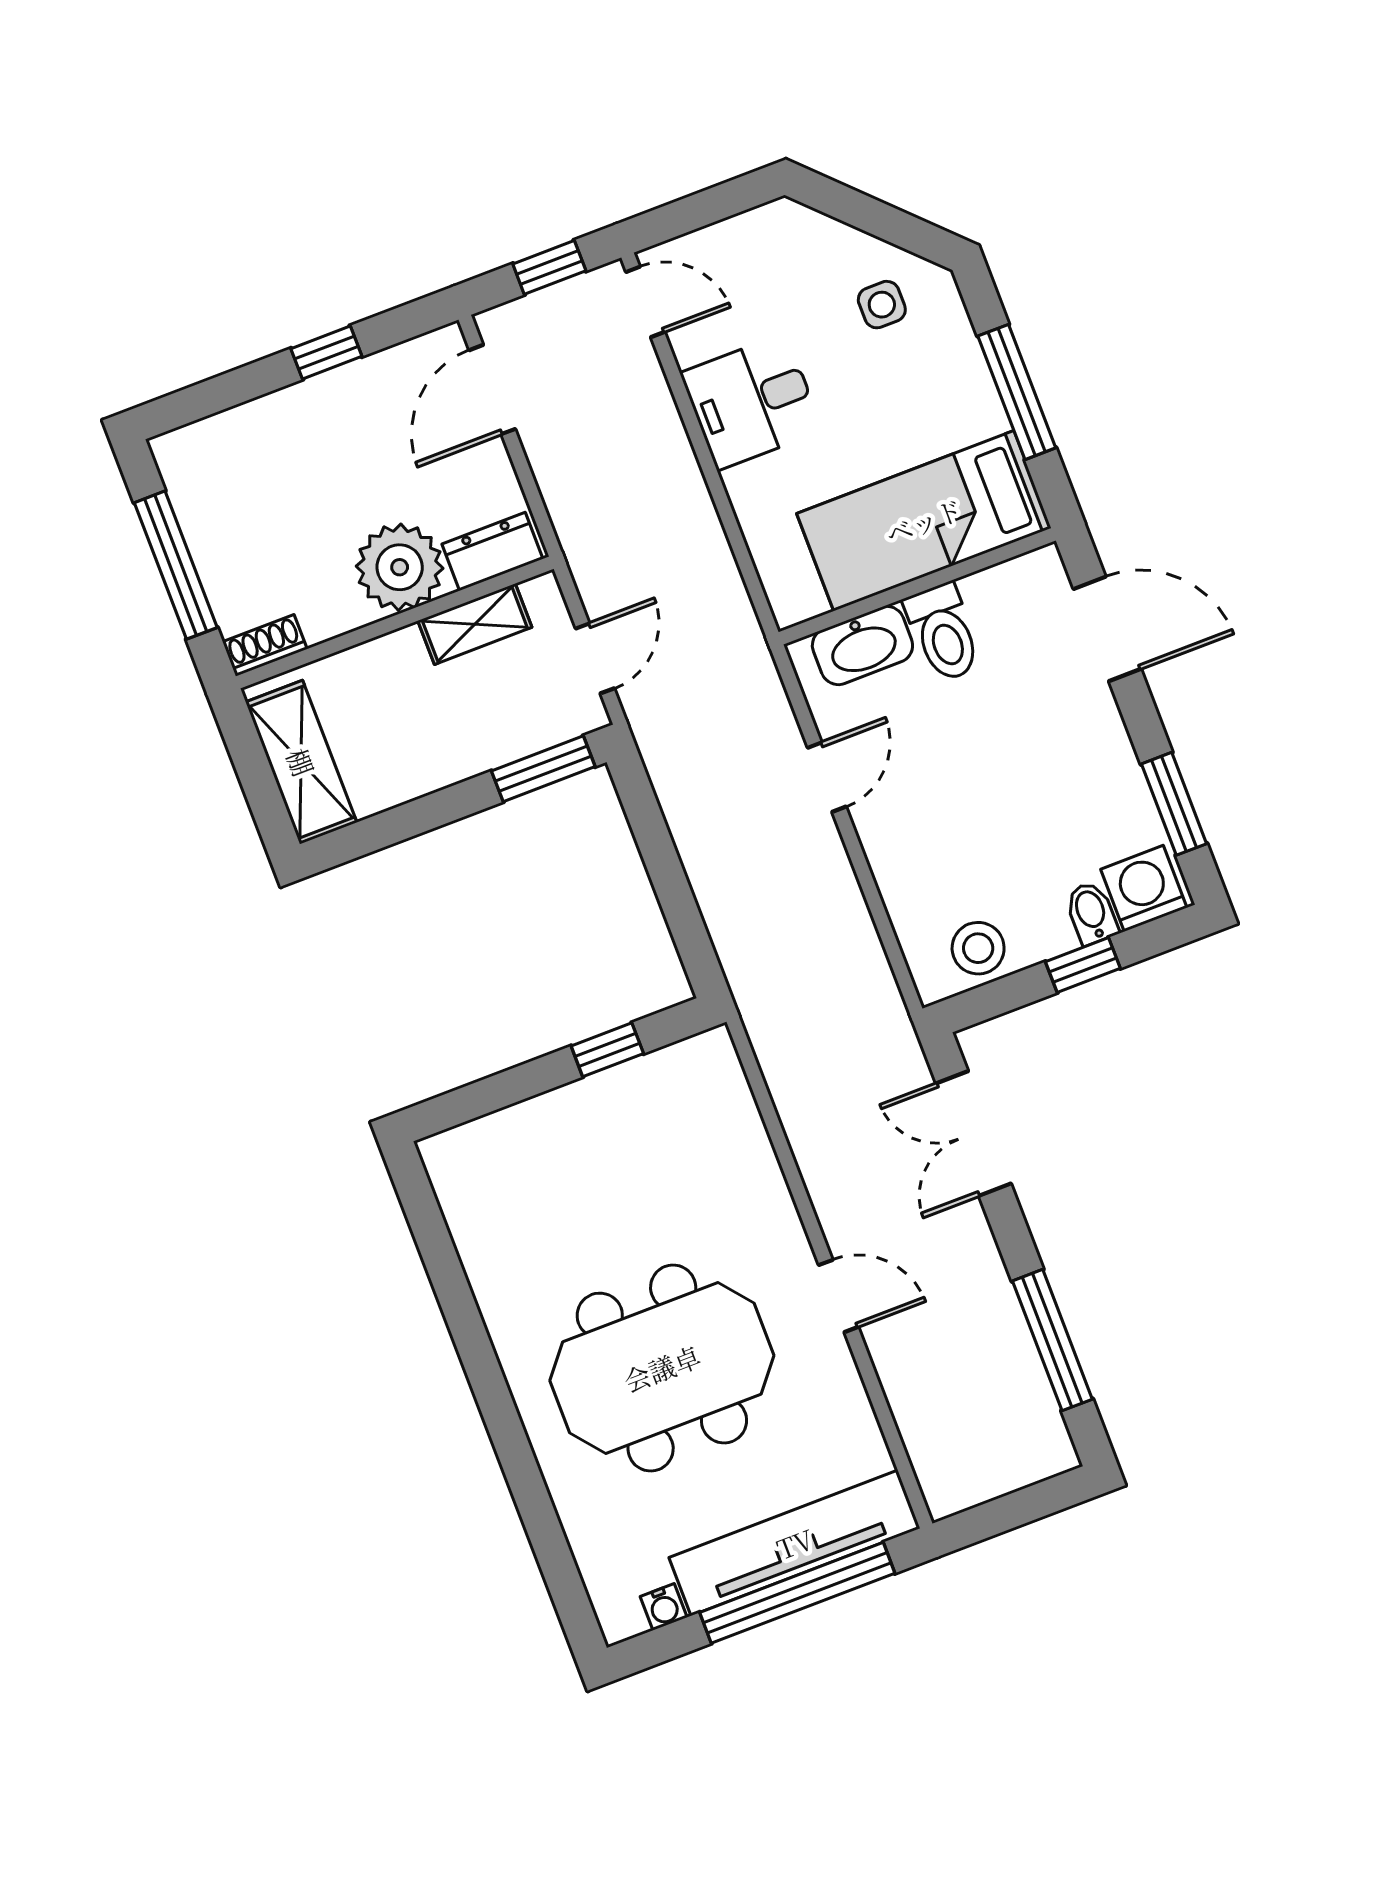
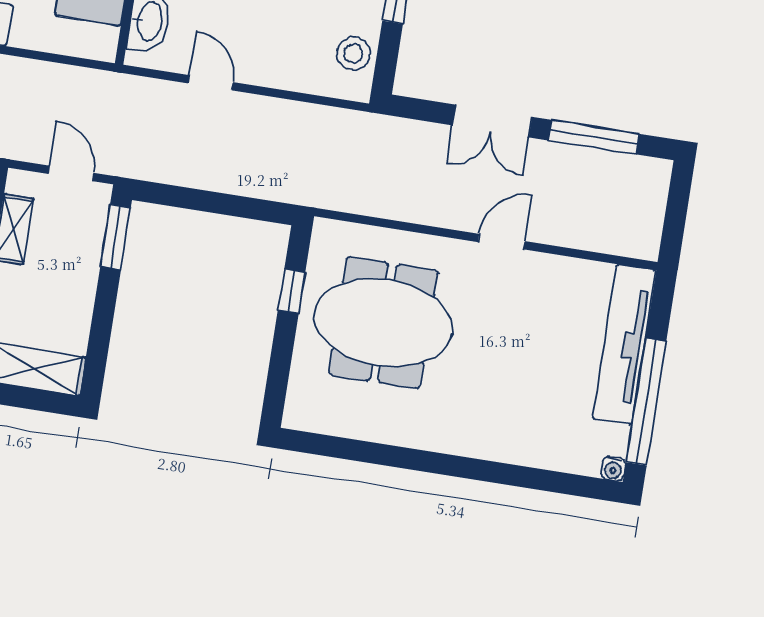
double door: (973, 1134) -> (492, 121), moved
meeting table: (662, 1368) -> (383, 322), moved, turned 90
window: (797, 1593) -> (646, 402), moved
water cooler: (664, 1607) -> (613, 469), moved, turned 90

